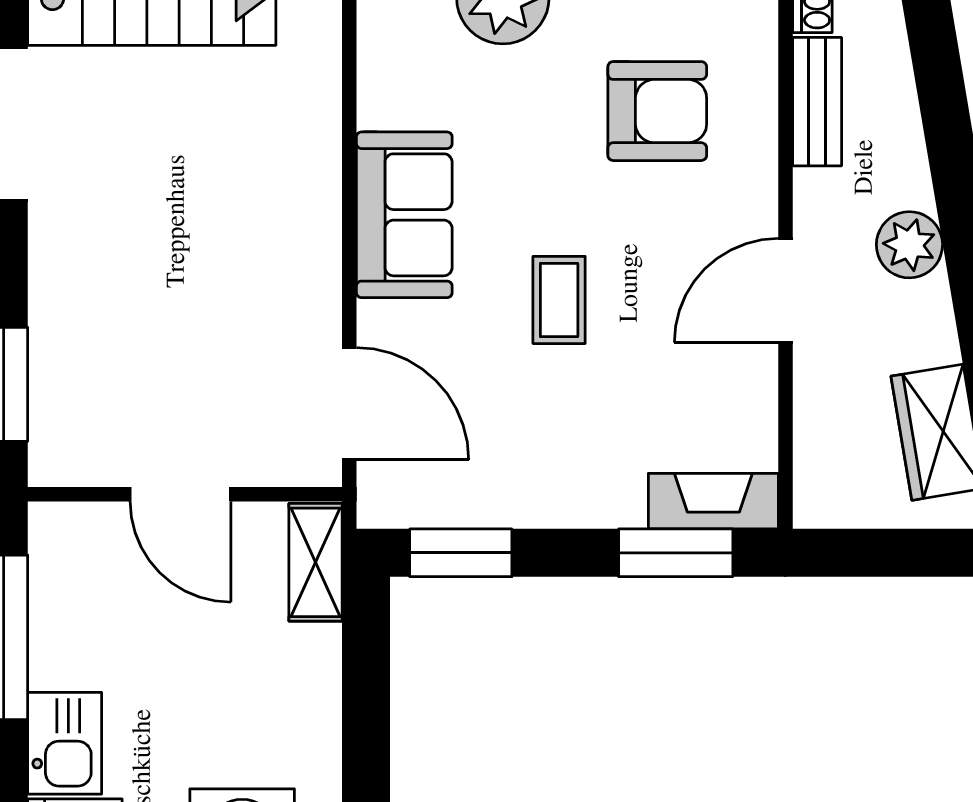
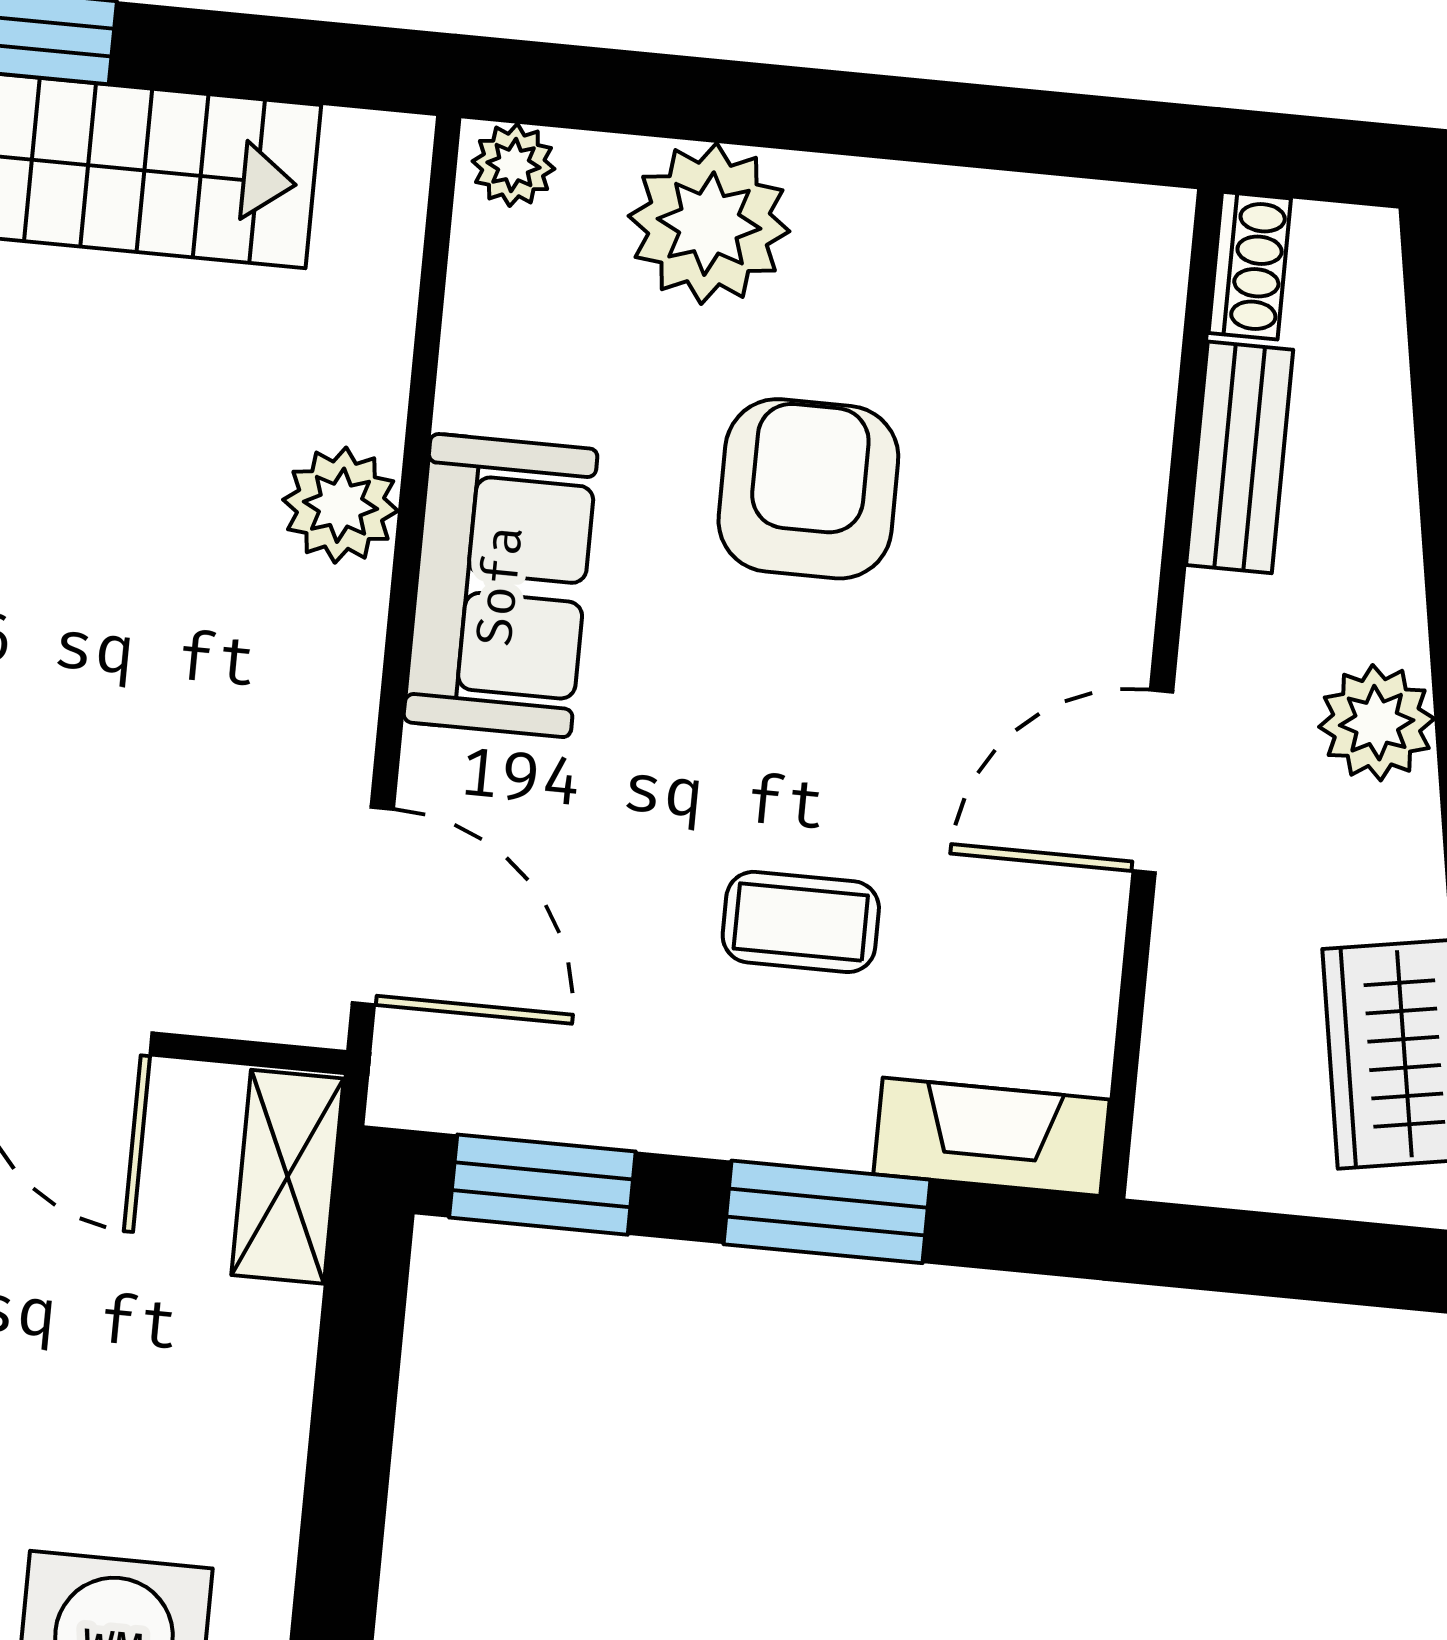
armchair: (657, 111) -> (808, 489), moved, turned -90
plant: (309, 178) -> (341, 505), added
coffee table: (559, 300) -> (801, 922), moved, turned 90
window: (676, 553) -> (827, 1212), moved

